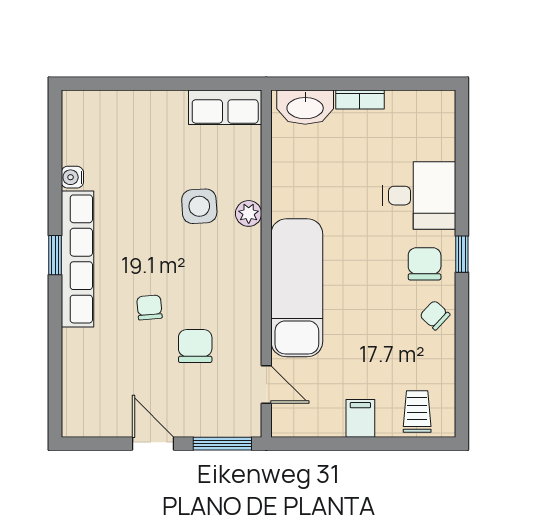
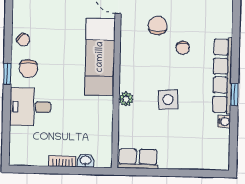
washbasin: (305, 107) -> (86, 161), width x0.52, depth x0.69
side table: (199, 206) -> (168, 100), moved
window: (55, 255) -> (234, 94), moved
chair: (195, 346) -> (158, 26), turned 180

